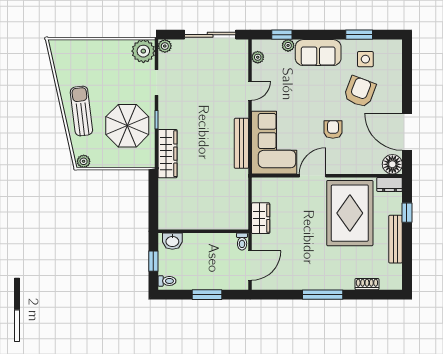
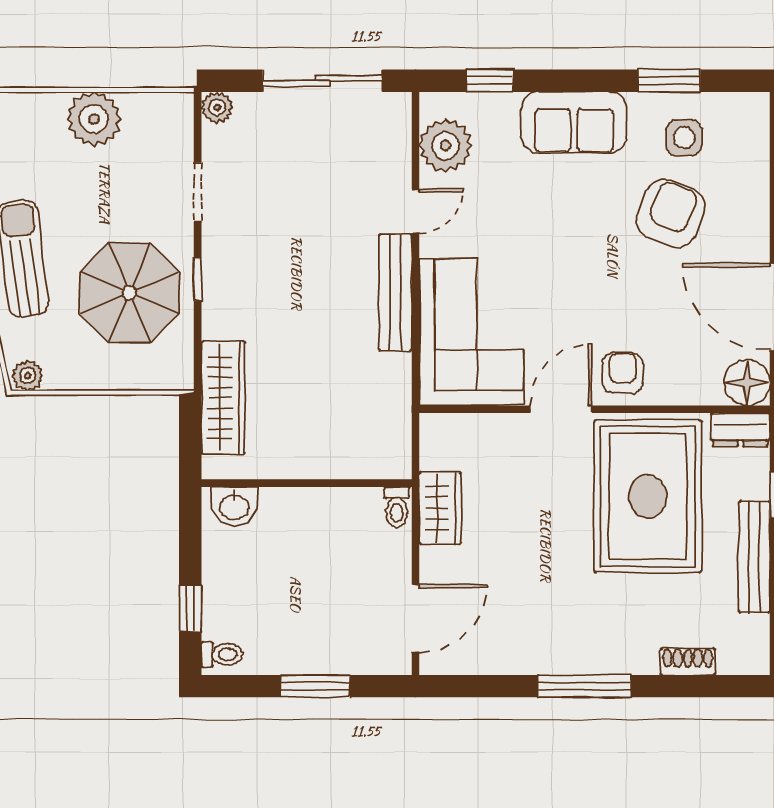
plant: (288, 45) -> (504, 106), removed
plant: (143, 51) -> (94, 119), moved
plant: (258, 57) -> (446, 146), width x1.88, depth x1.88
armchair: (333, 129) -> (623, 373), moved
bench: (241, 143) -> (395, 292), moved
wardrobe: (168, 154) -> (223, 398), moved
wall: (203, 231) -> (307, 483), moved
washbasin: (172, 241) -> (234, 506), moved
toilet: (242, 241) -> (397, 507), moved

